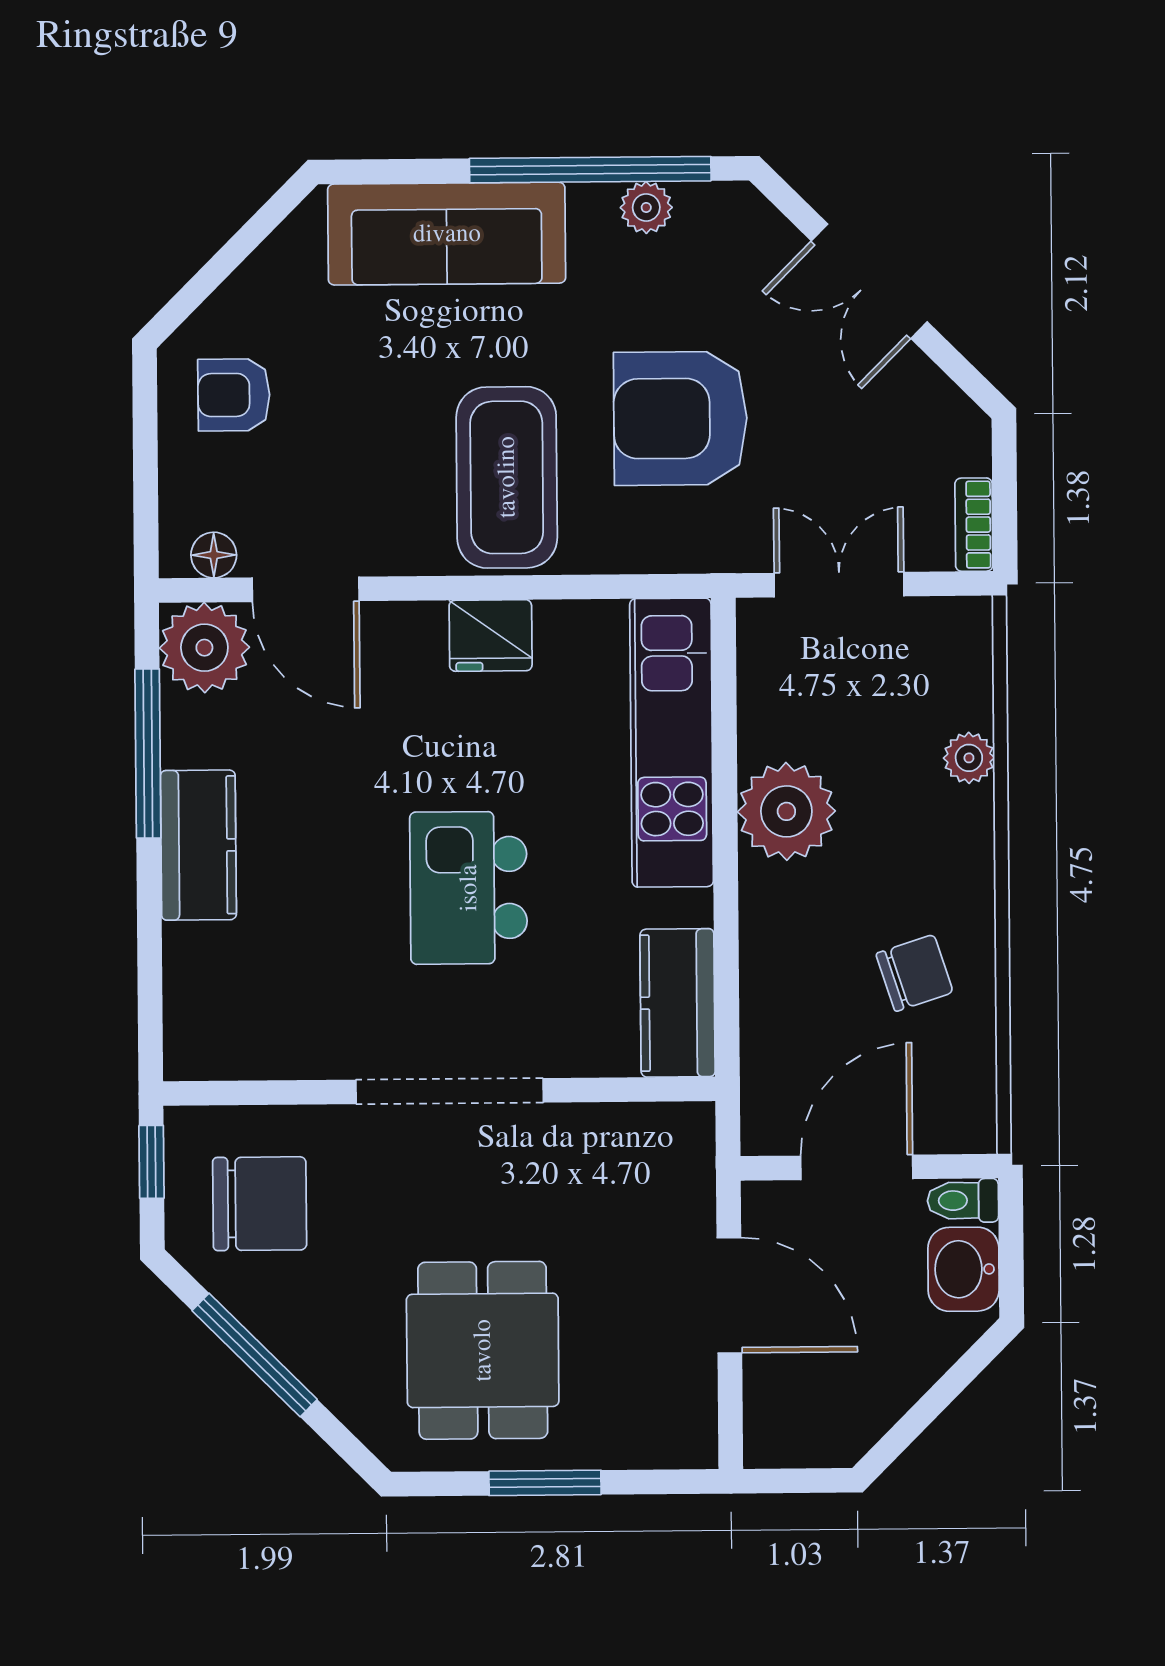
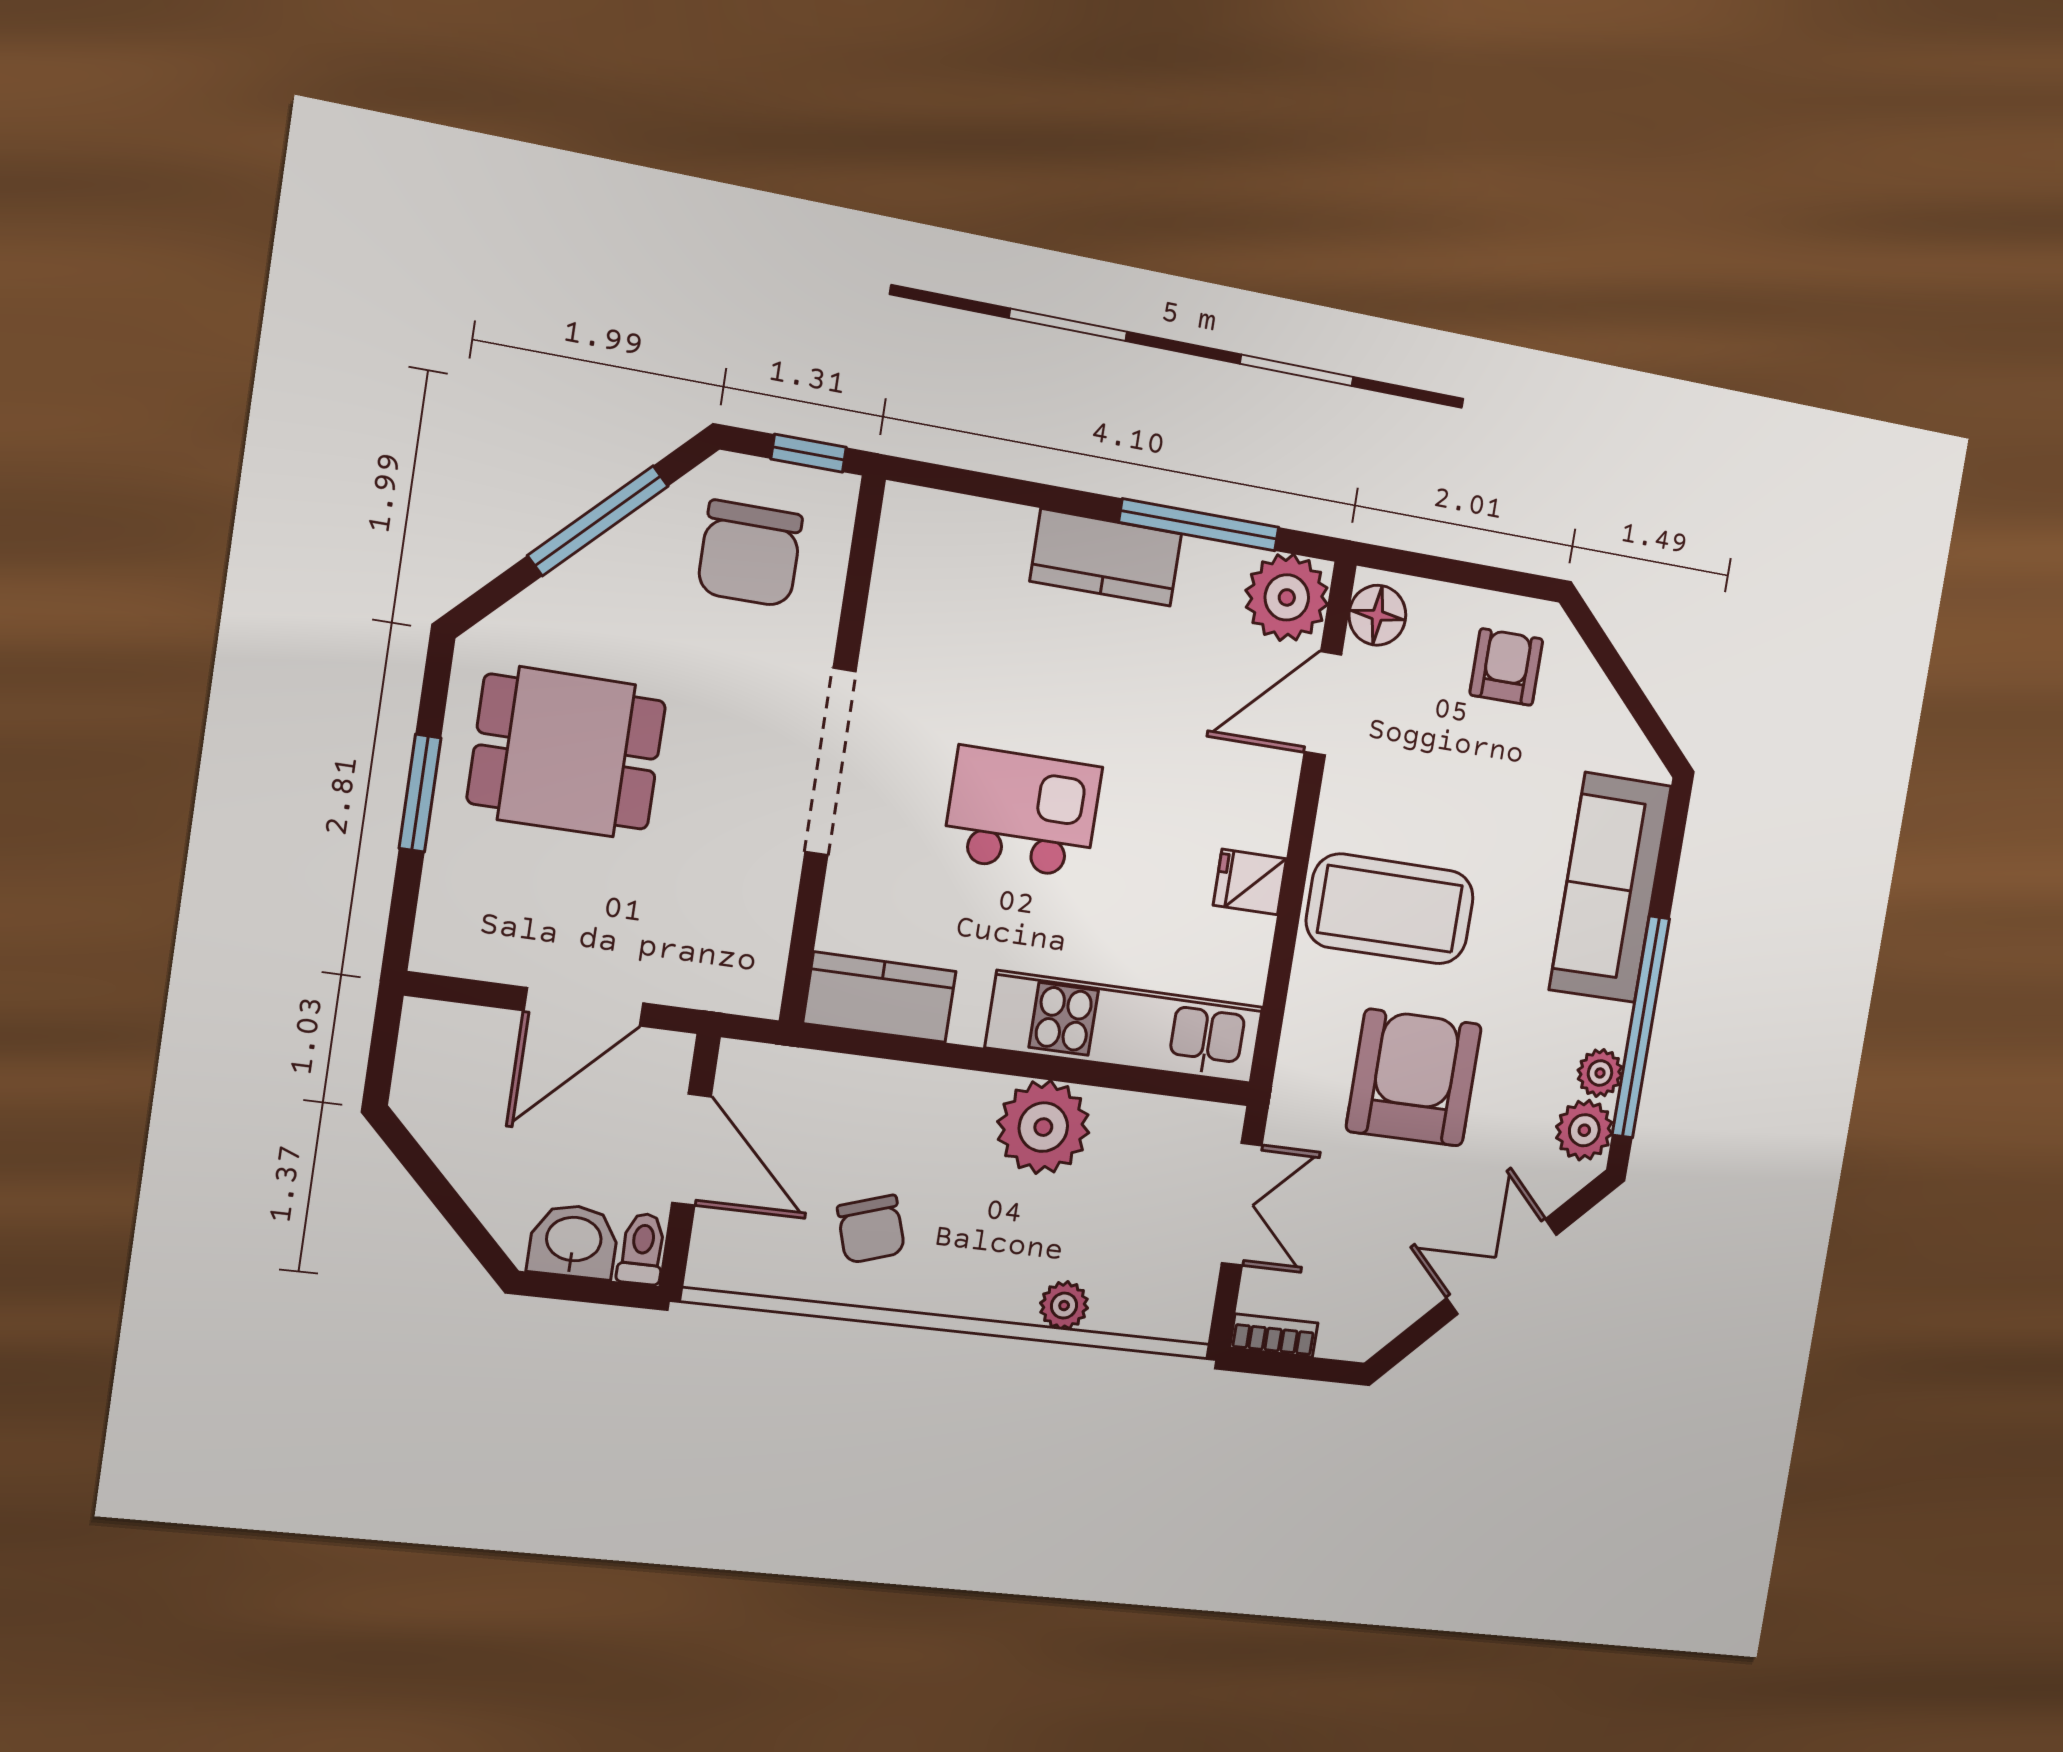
plant: (710, 214) -> (1584, 1130), added
floor lamp: (214, 555) -> (1377, 615), width x1.37, depth x1.37
fridge: (491, 635) -> (1250, 882), width x0.72

